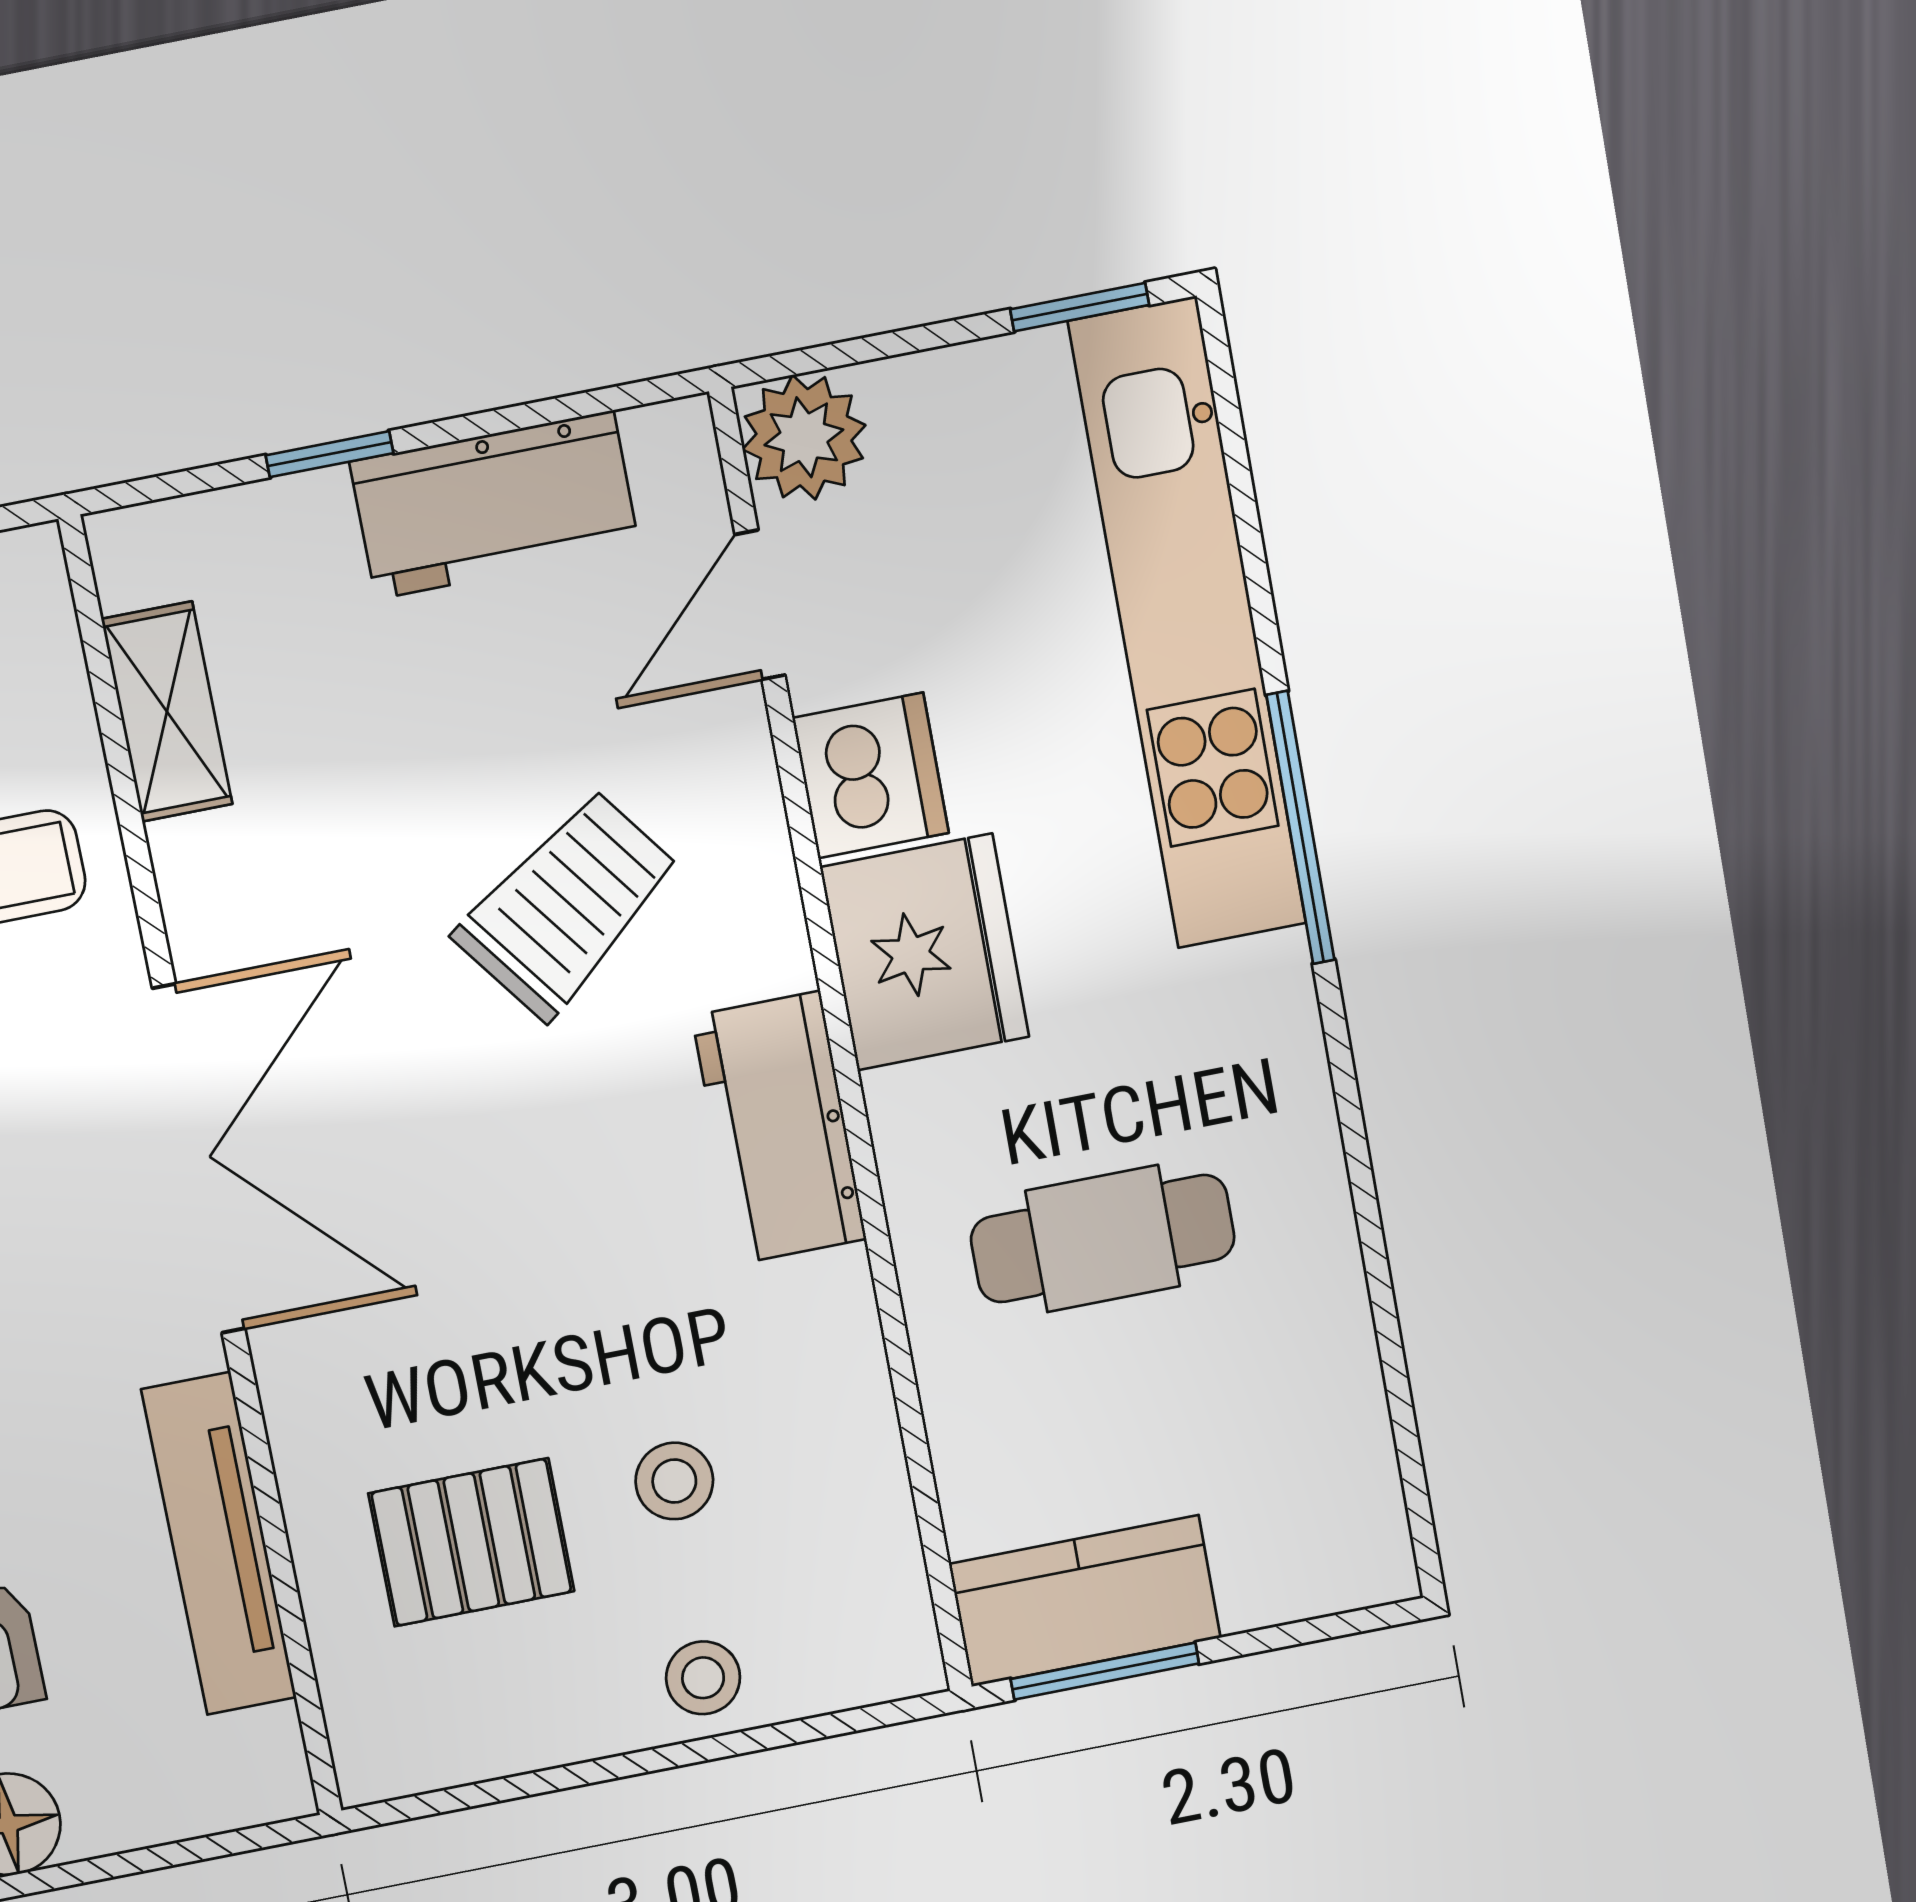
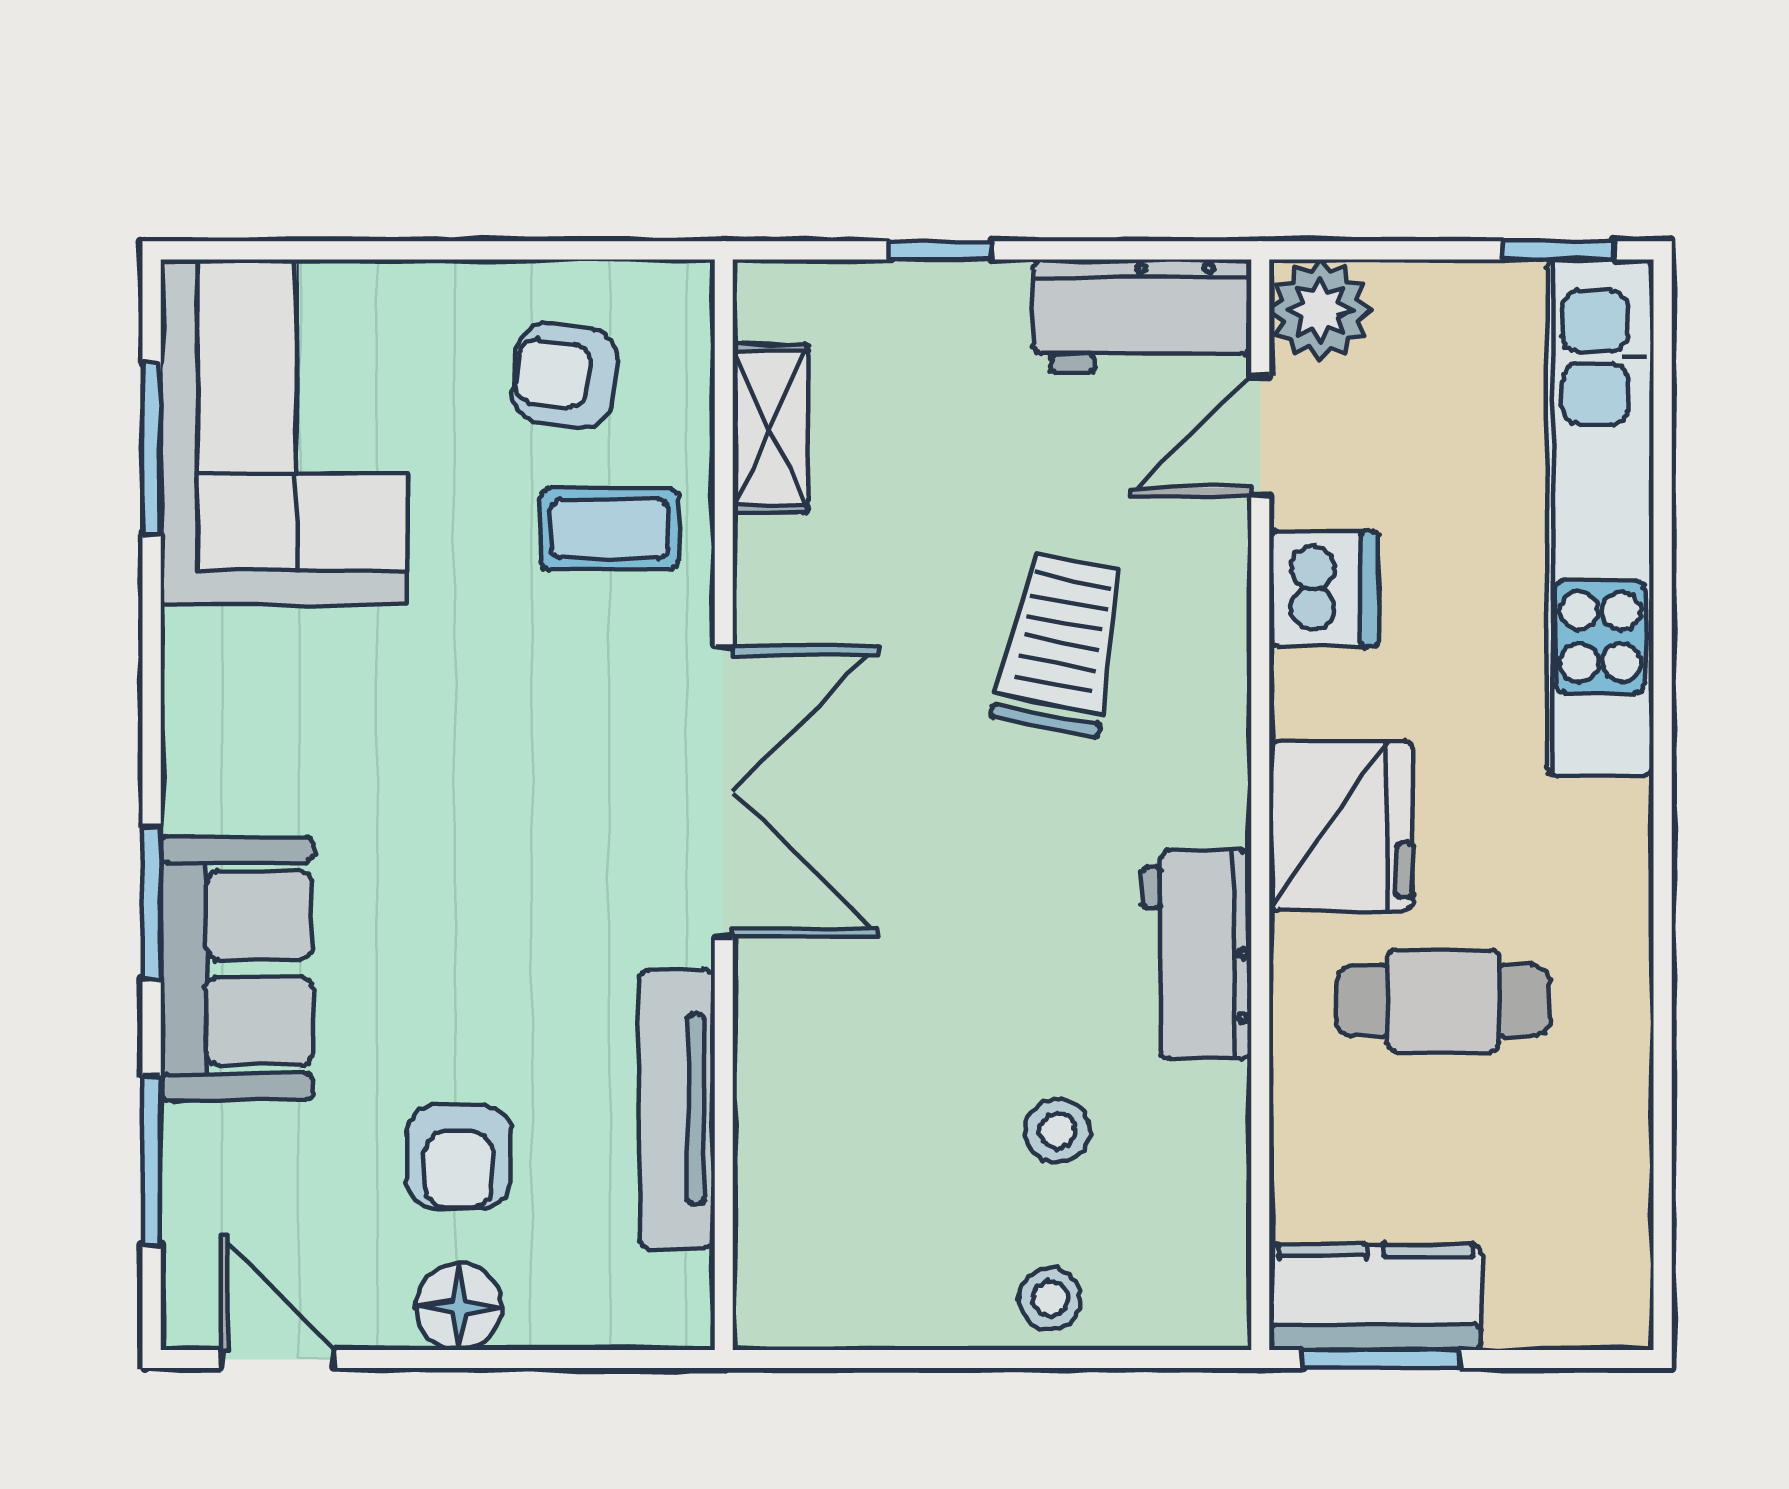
workbench: (495, 505) -> (1142, 316), moved
window: (1300, 828) -> (1663, 699), removed
trolley: (567, 904) -> (1060, 644), turned -42
fridge: (925, 952) -> (1341, 826), moved
workbench: (779, 1128) -> (1197, 954), moved
pallet: (471, 1542) -> (883, 1149), removed

